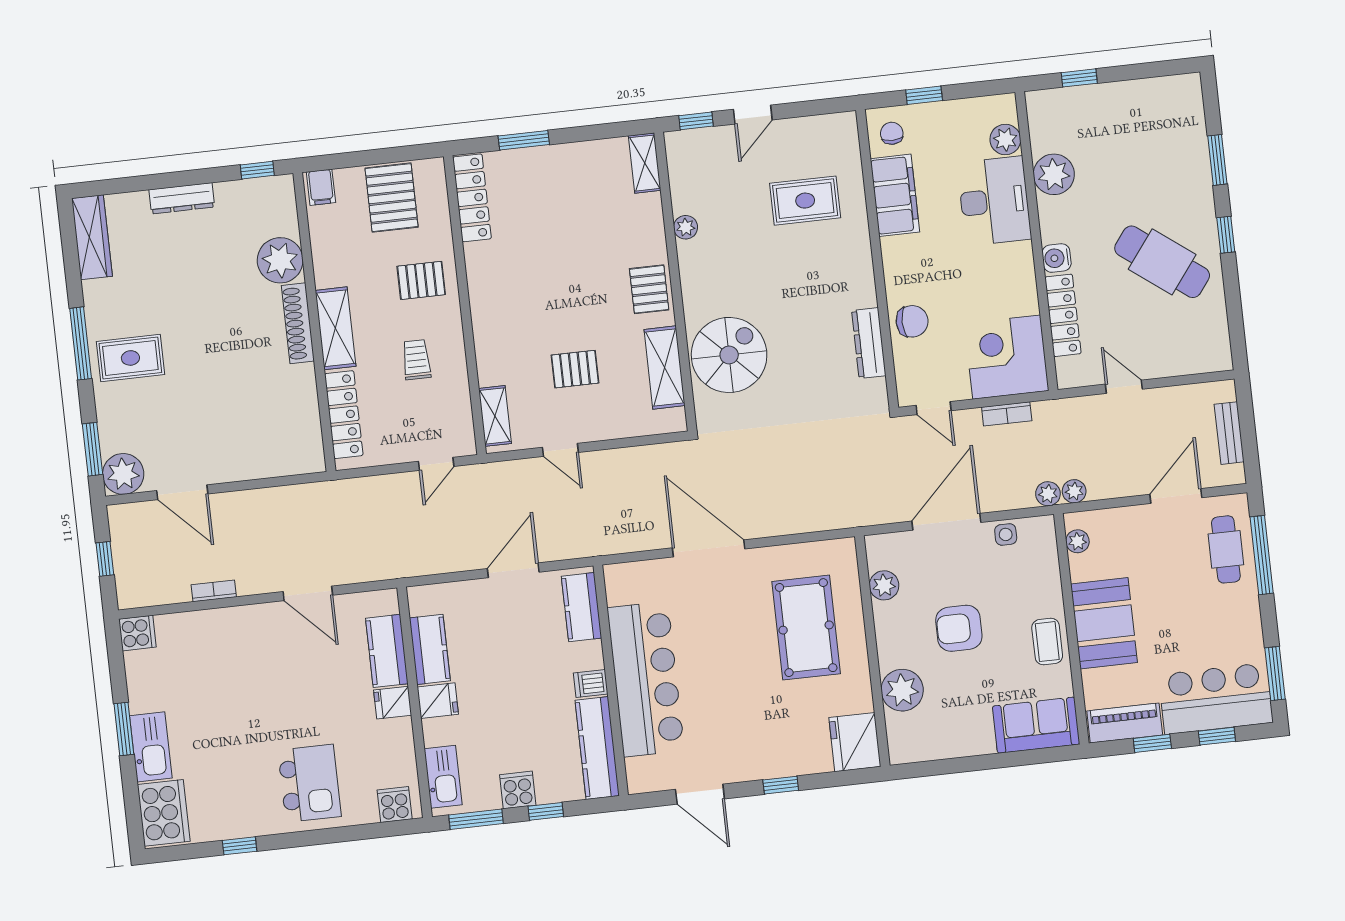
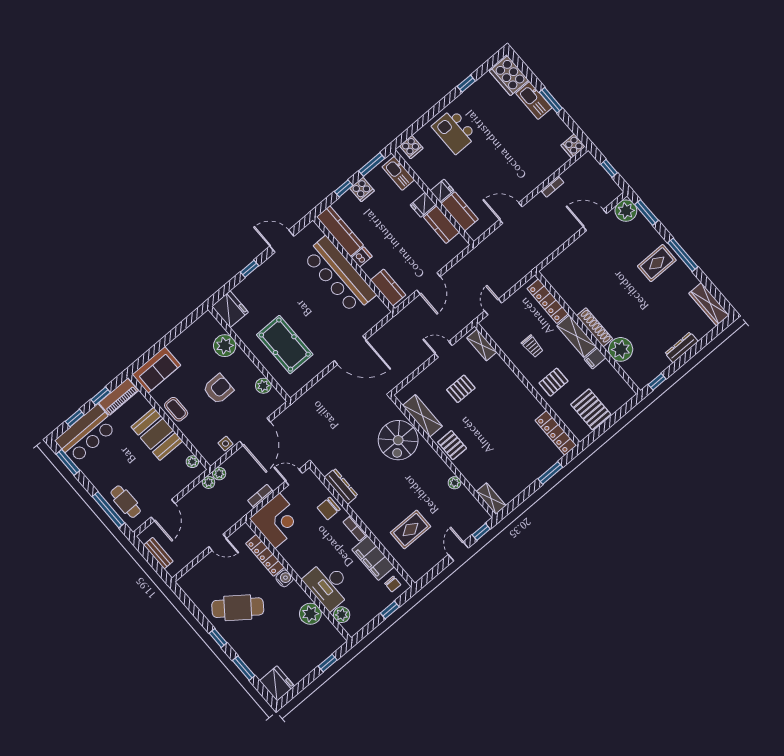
fridge: (1181, 100) -> (277, 683), added
filing cabinet: (321, 187) -> (595, 358), moved, turned -90
bookcase: (892, 262) -> (355, 528), added

